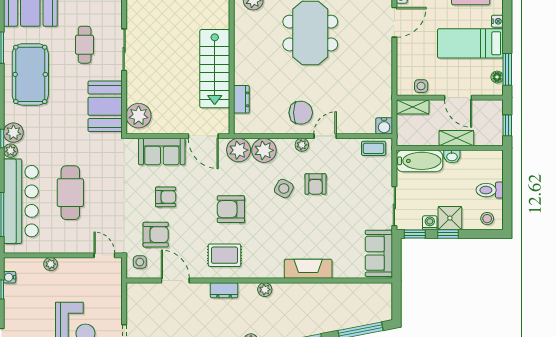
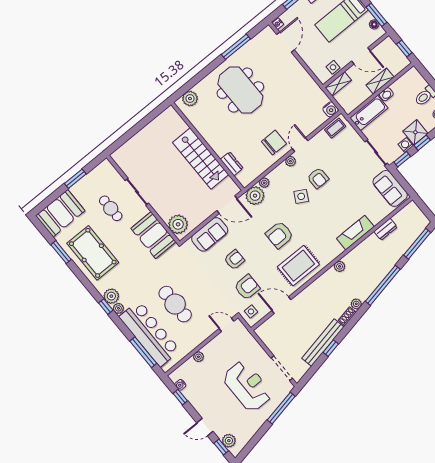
plant: (264, 150) -> (264, 183), width x0.53, depth x0.53
rug: (224, 255) -> (298, 266), width x1.36, depth x1.43
dresser: (224, 290) -> (386, 229), moved

